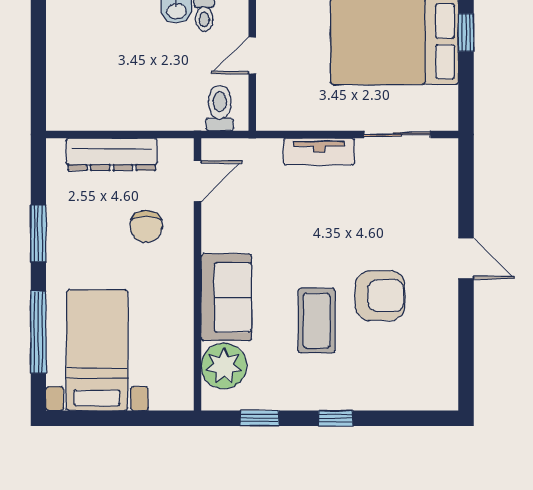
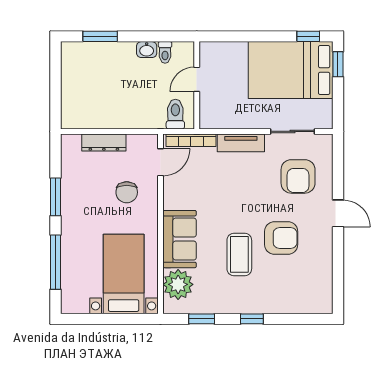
bookcase: (243, 148) -> (191, 140), added
dresser: (112, 154) -> (104, 143), width x0.73, depth x0.80
armchair: (406, 202) -> (298, 176), added
bed with nightstands: (97, 350) -> (124, 274), moved

